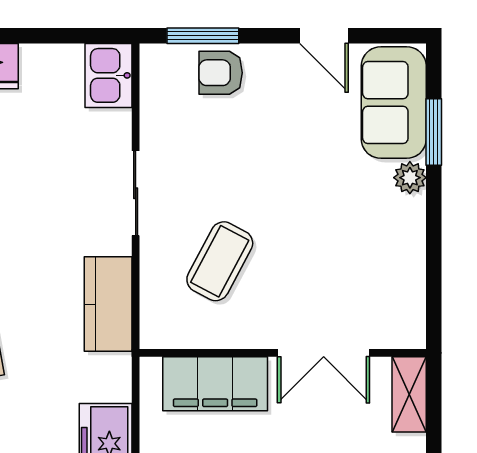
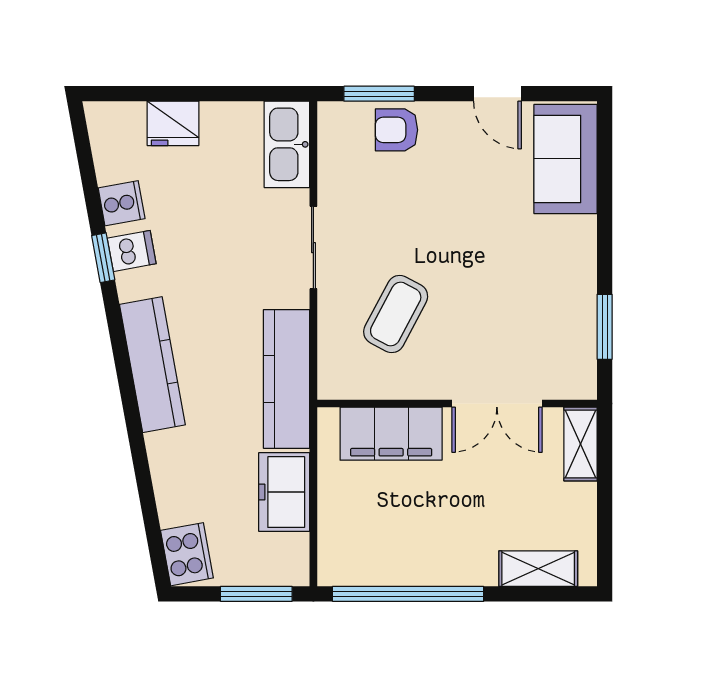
kitchen sink: (108, 75) -> (287, 144), width x1.38
window: (434, 132) -> (605, 327), moved
plant: (410, 178) -> (581, 232), removed
kitchen counter: (108, 304) -> (287, 379), width x1.50

